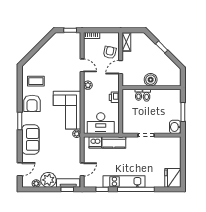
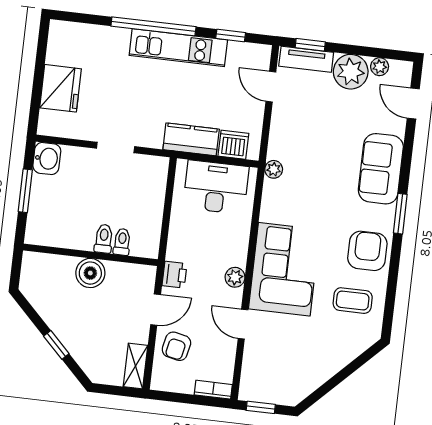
printer: (114, 97) -> (174, 275), moved
corner sofa: (67, 110) -> (284, 269), moved
door: (20, 169) -> (413, 104), hinge flipped
door: (82, 169) -> (271, 87), hinge flipped
fridge: (173, 178) -> (61, 88), moved

